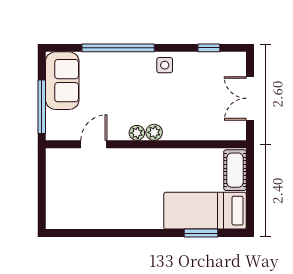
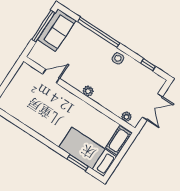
double door: (250, 98) -> (152, 107), swing flipped
window: (42, 107) -> (43, 26), moved
plant: (137, 133) -> (126, 117), moved

